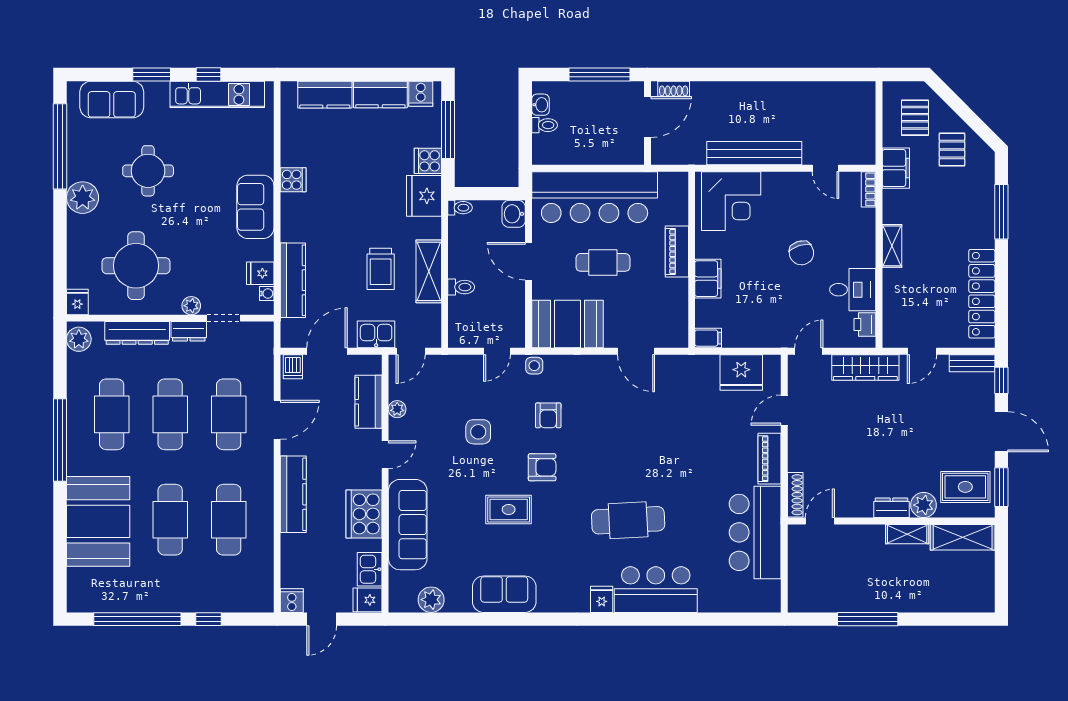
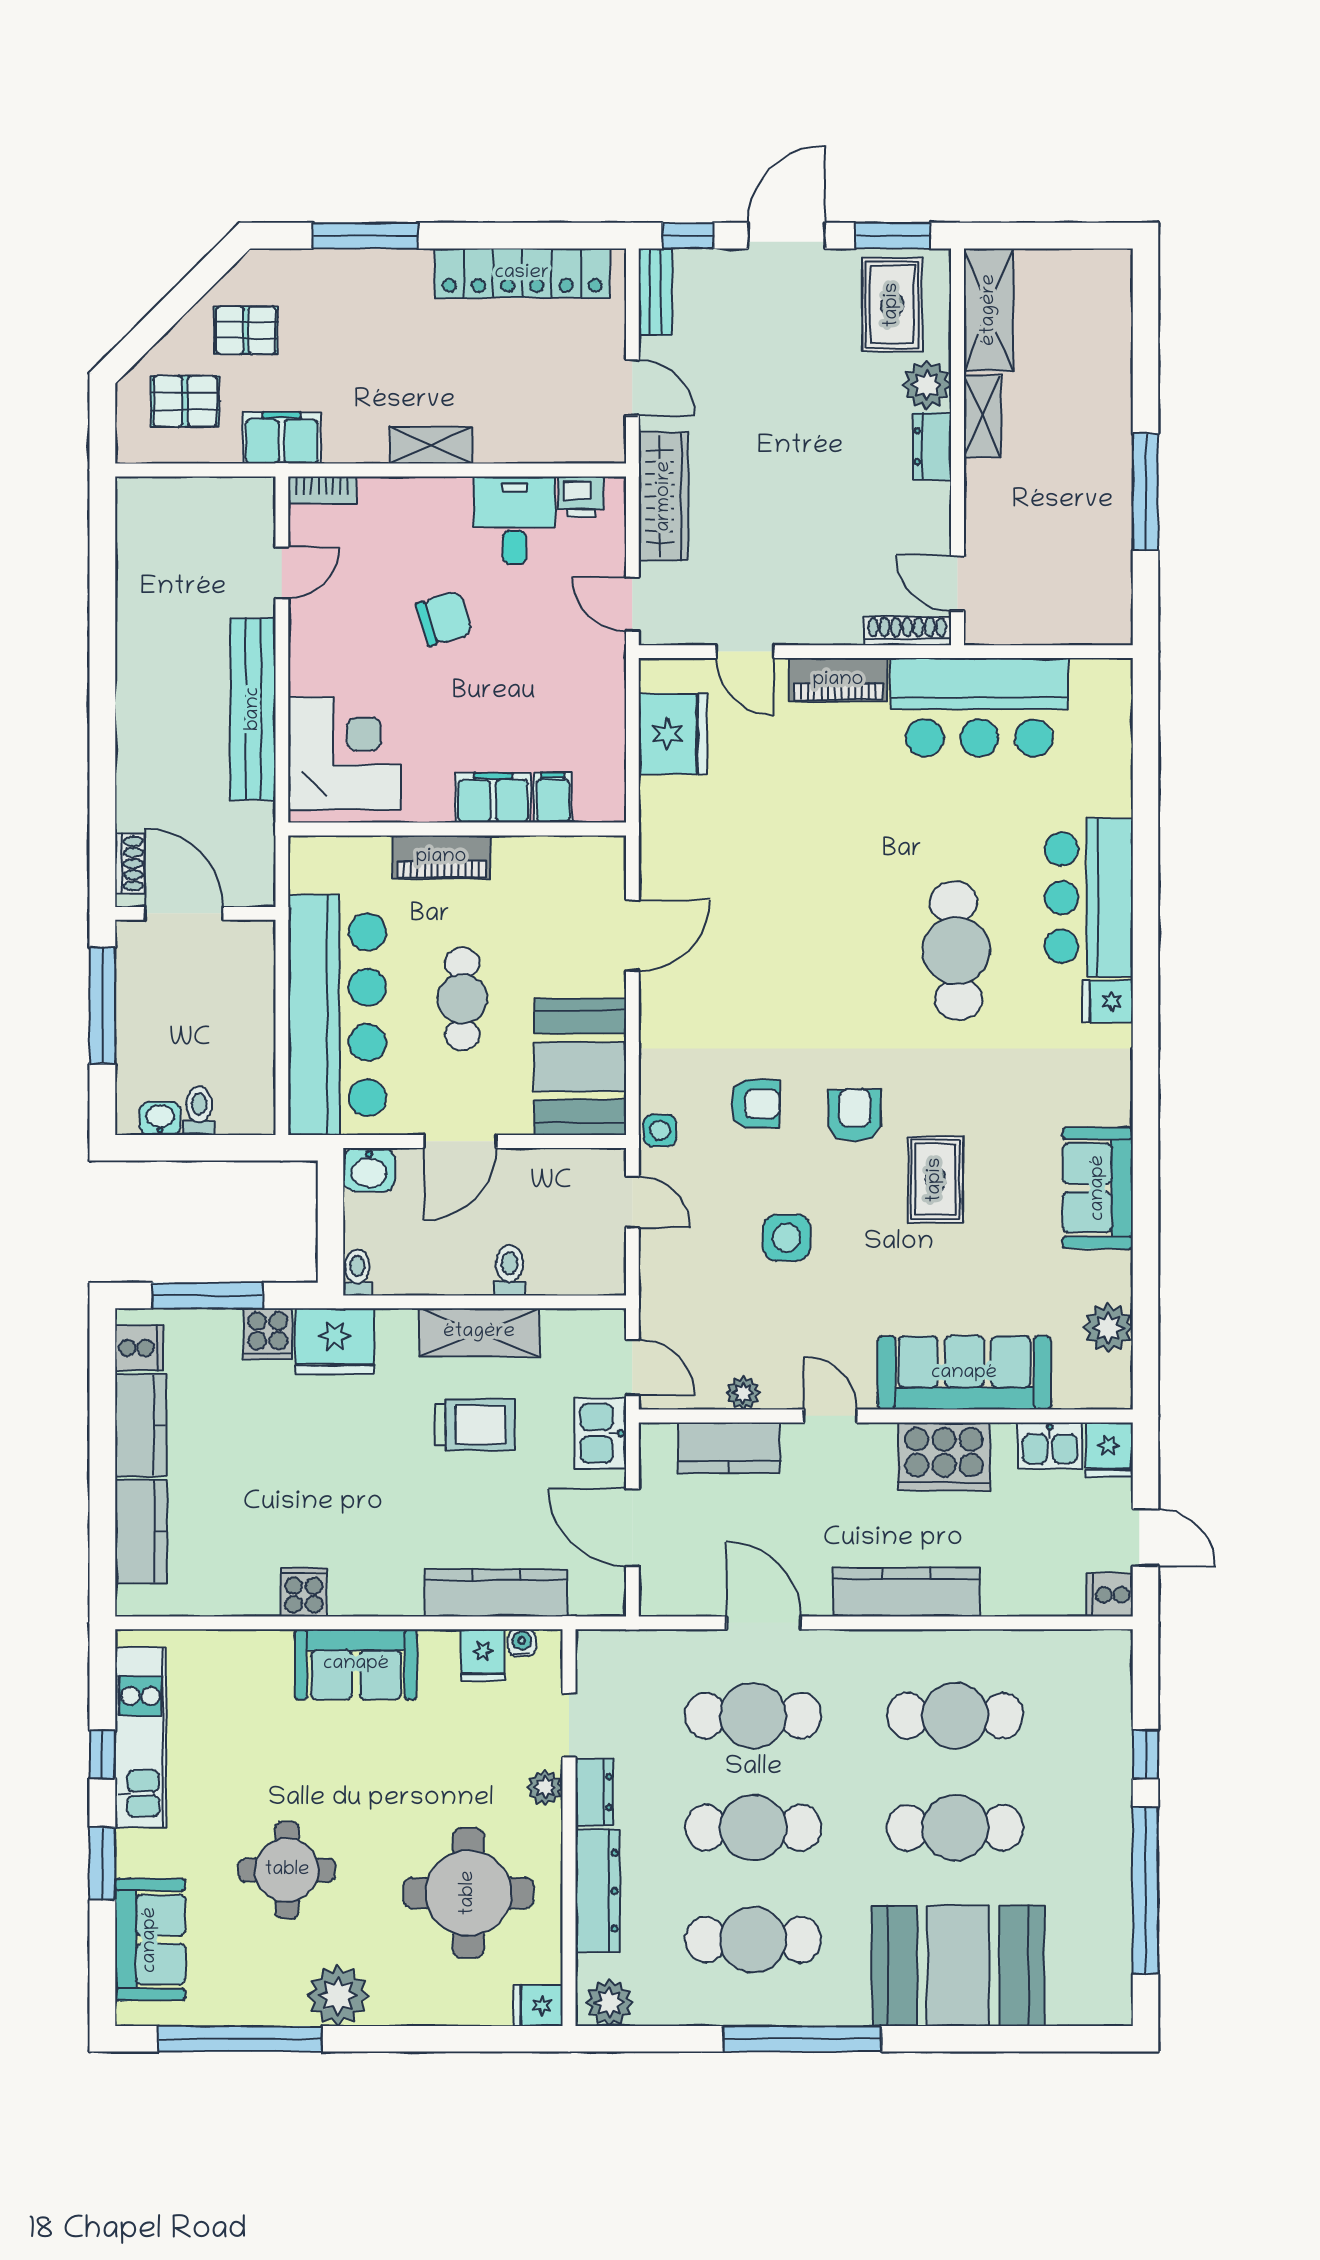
filing cabinet: (708, 338) -> (553, 797), moved
dishwasher: (293, 367) -> (662, 1593), removed

